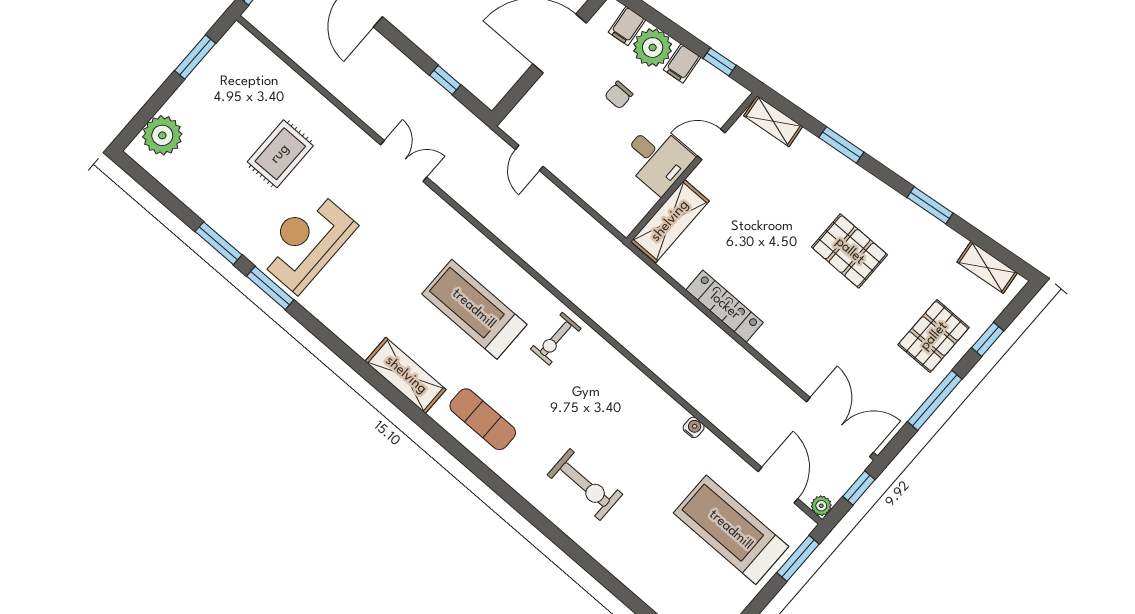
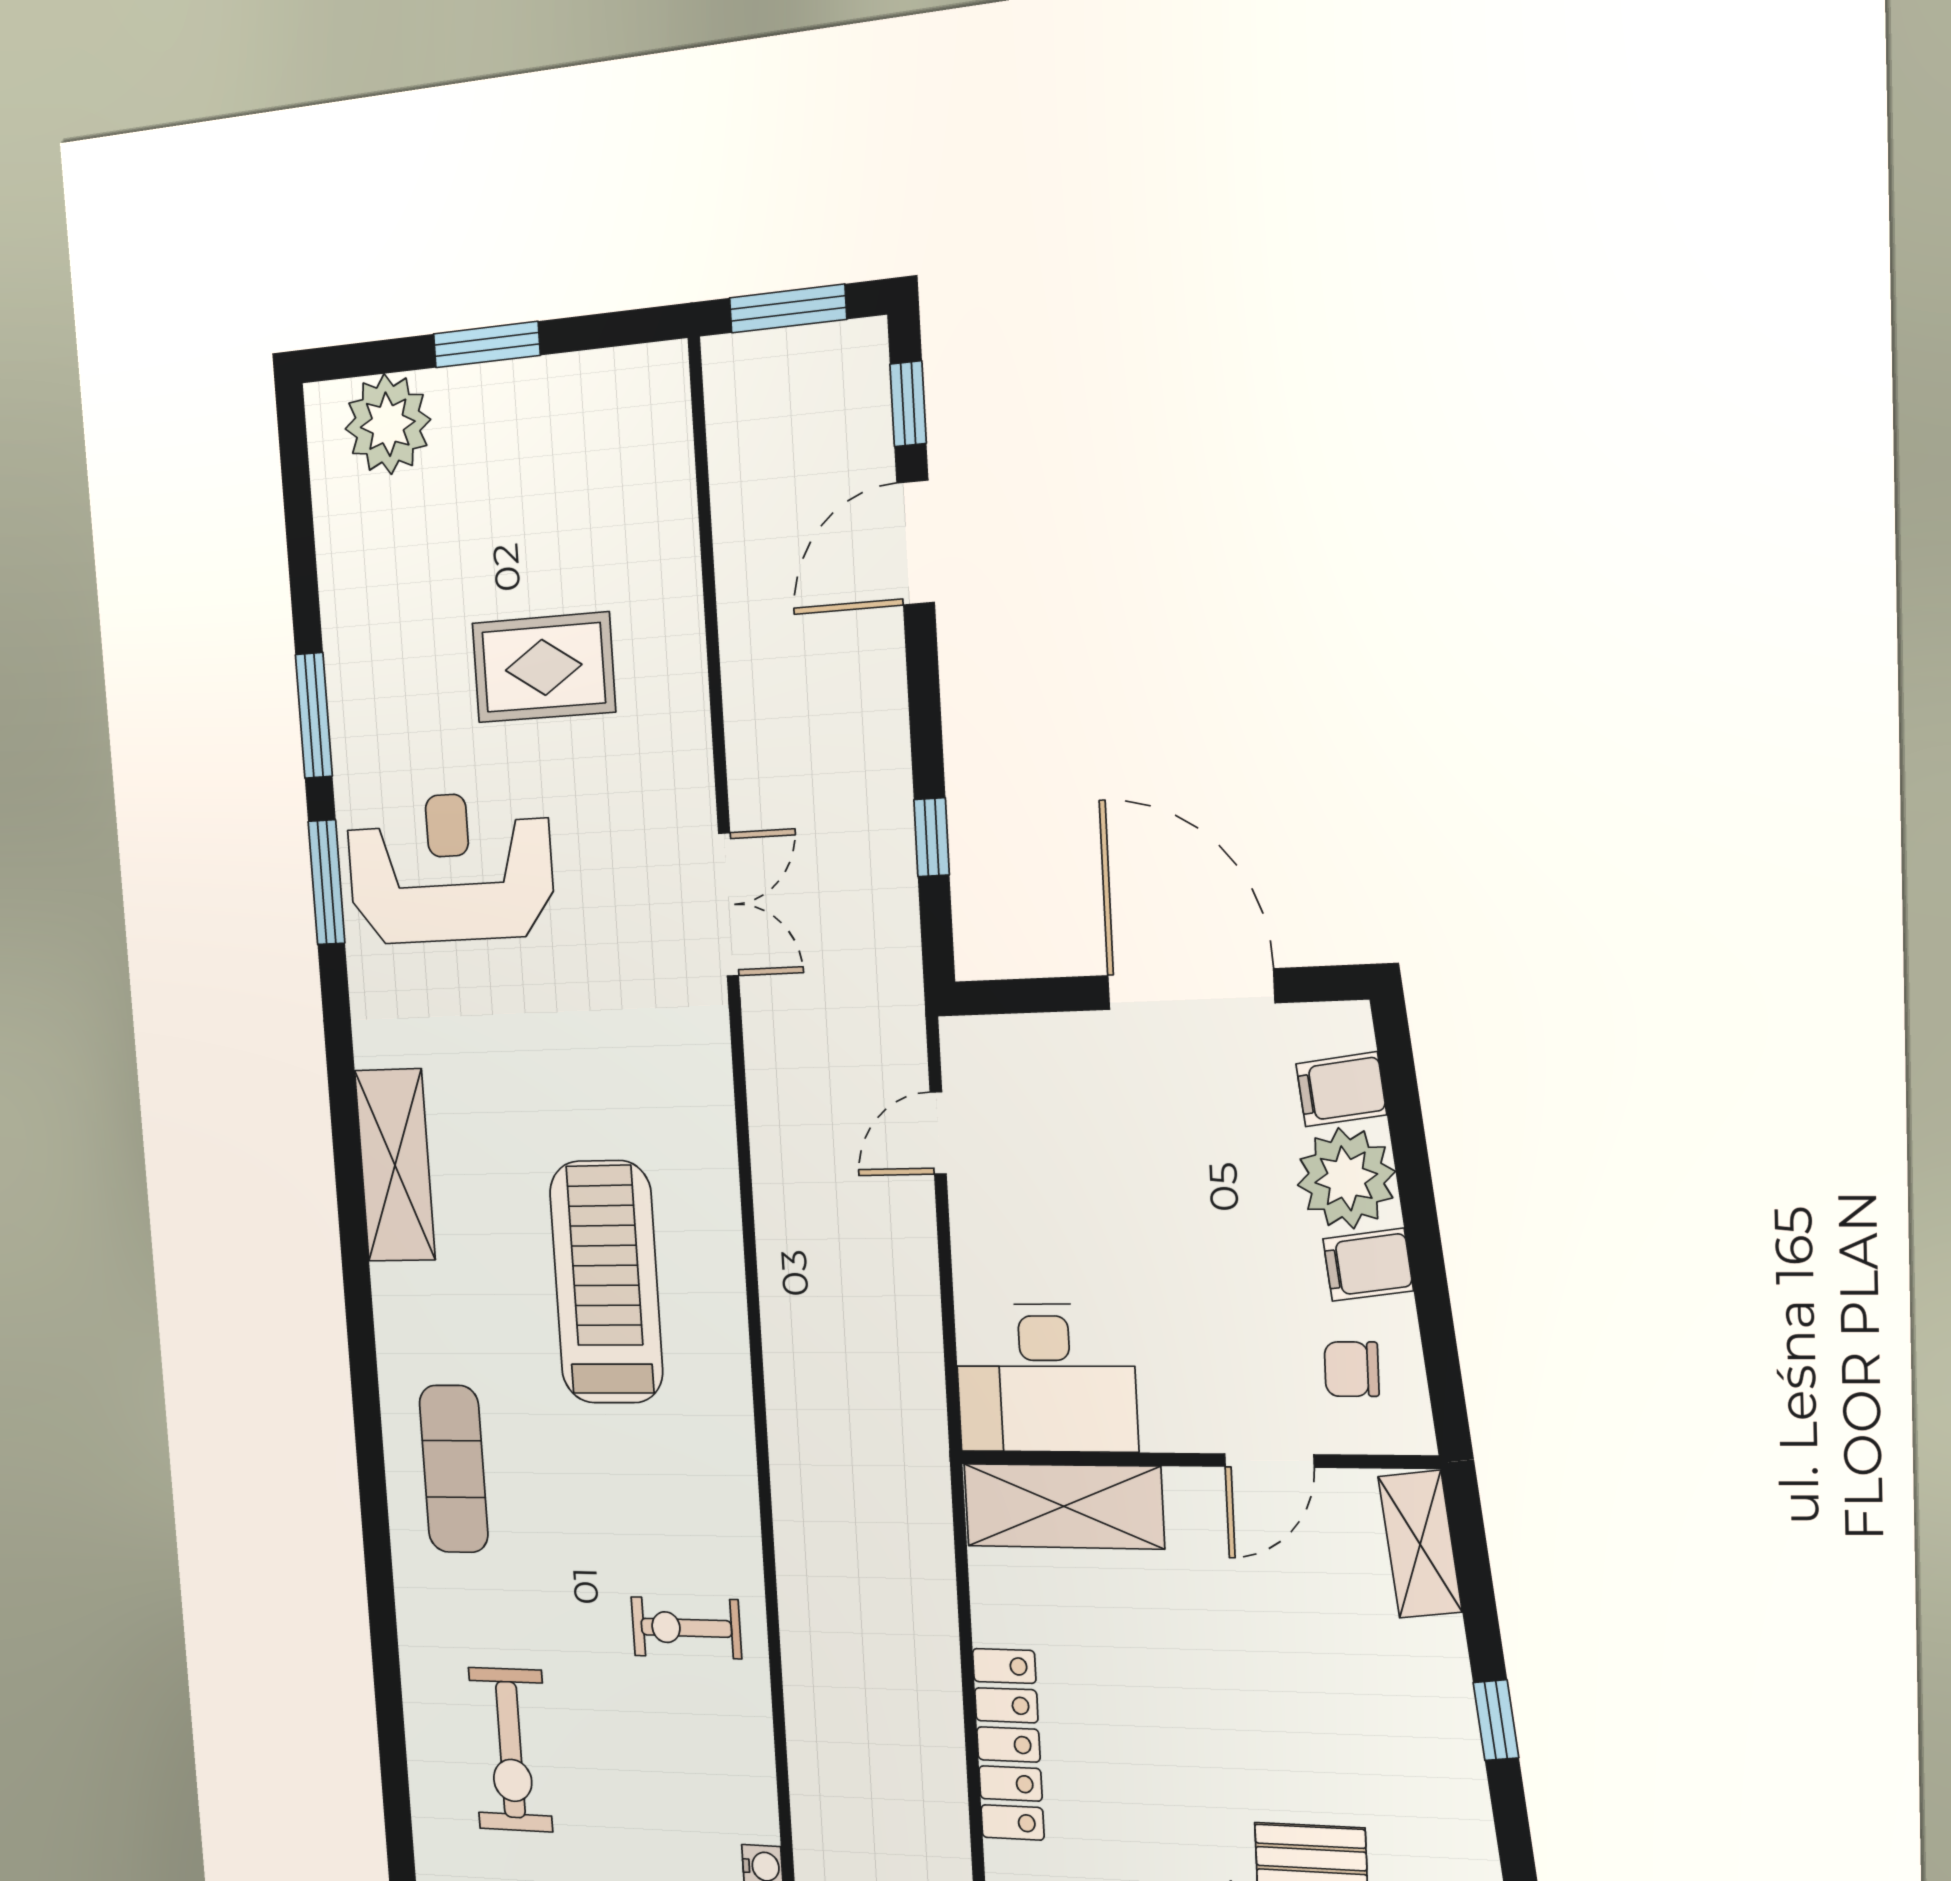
window: (195, 57) -> (487, 344), moved
window: (720, 62) -> (1438, 1337), removed
chair: (619, 95) -> (1352, 1369), moved
door: (711, 144) -> (1269, 1461), swing flipped
window: (841, 145) -> (1496, 1720), width x0.67
desk: (657, 159) -> (1046, 1378), moved, width x1.37
exercise bike: (556, 339) -> (686, 1628), moved
shelving: (406, 375) -> (395, 1165), moved

